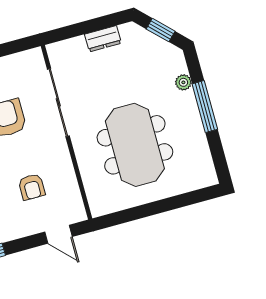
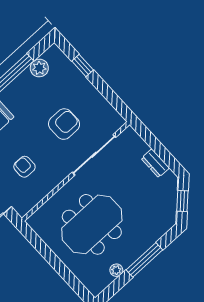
plant: (183, 82) -> (116, 270), moved
armchair: (32, 187) -> (24, 167), turned 90

